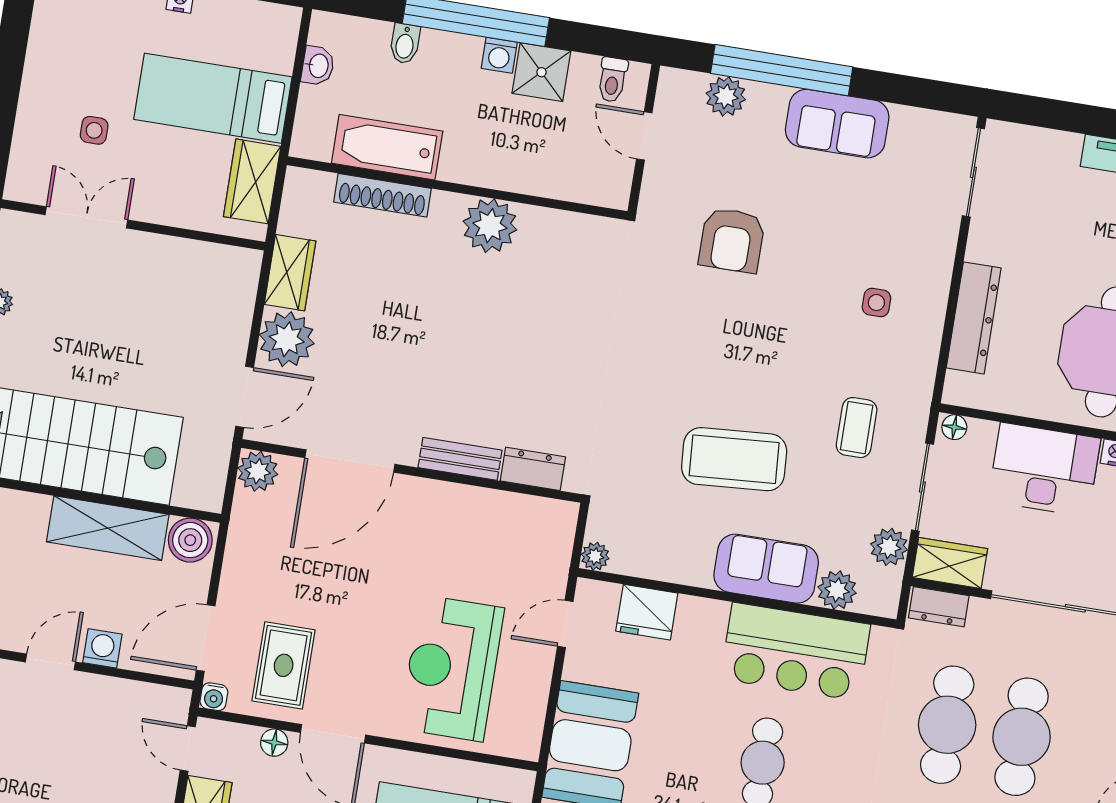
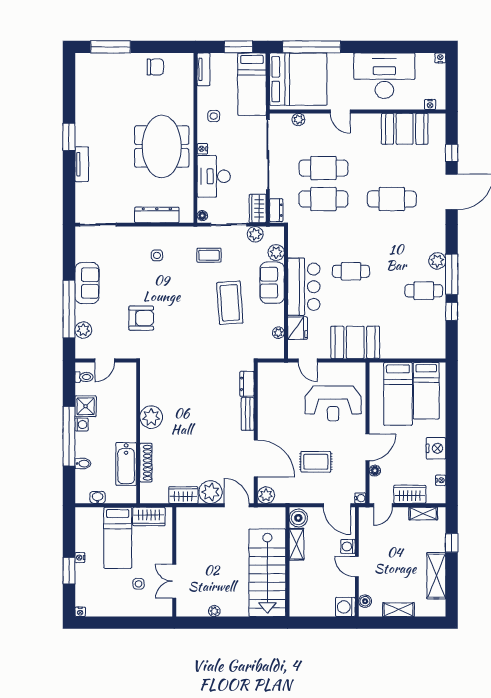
shelving: (108, 528) -> (296, 544), width x0.67, depth x0.75
plant: (595, 556) -> (278, 333), moved
bar counter: (795, 652) -> (304, 287), moved
rug: (284, 665) -> (316, 462), moved

